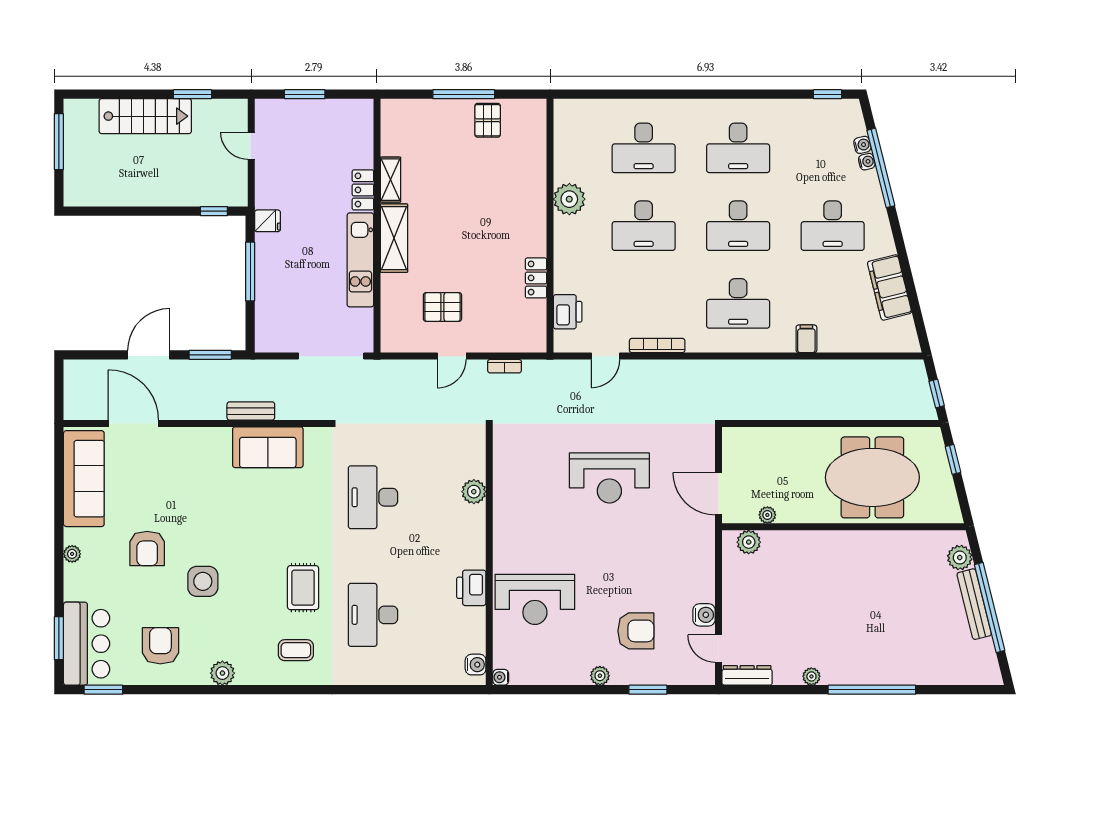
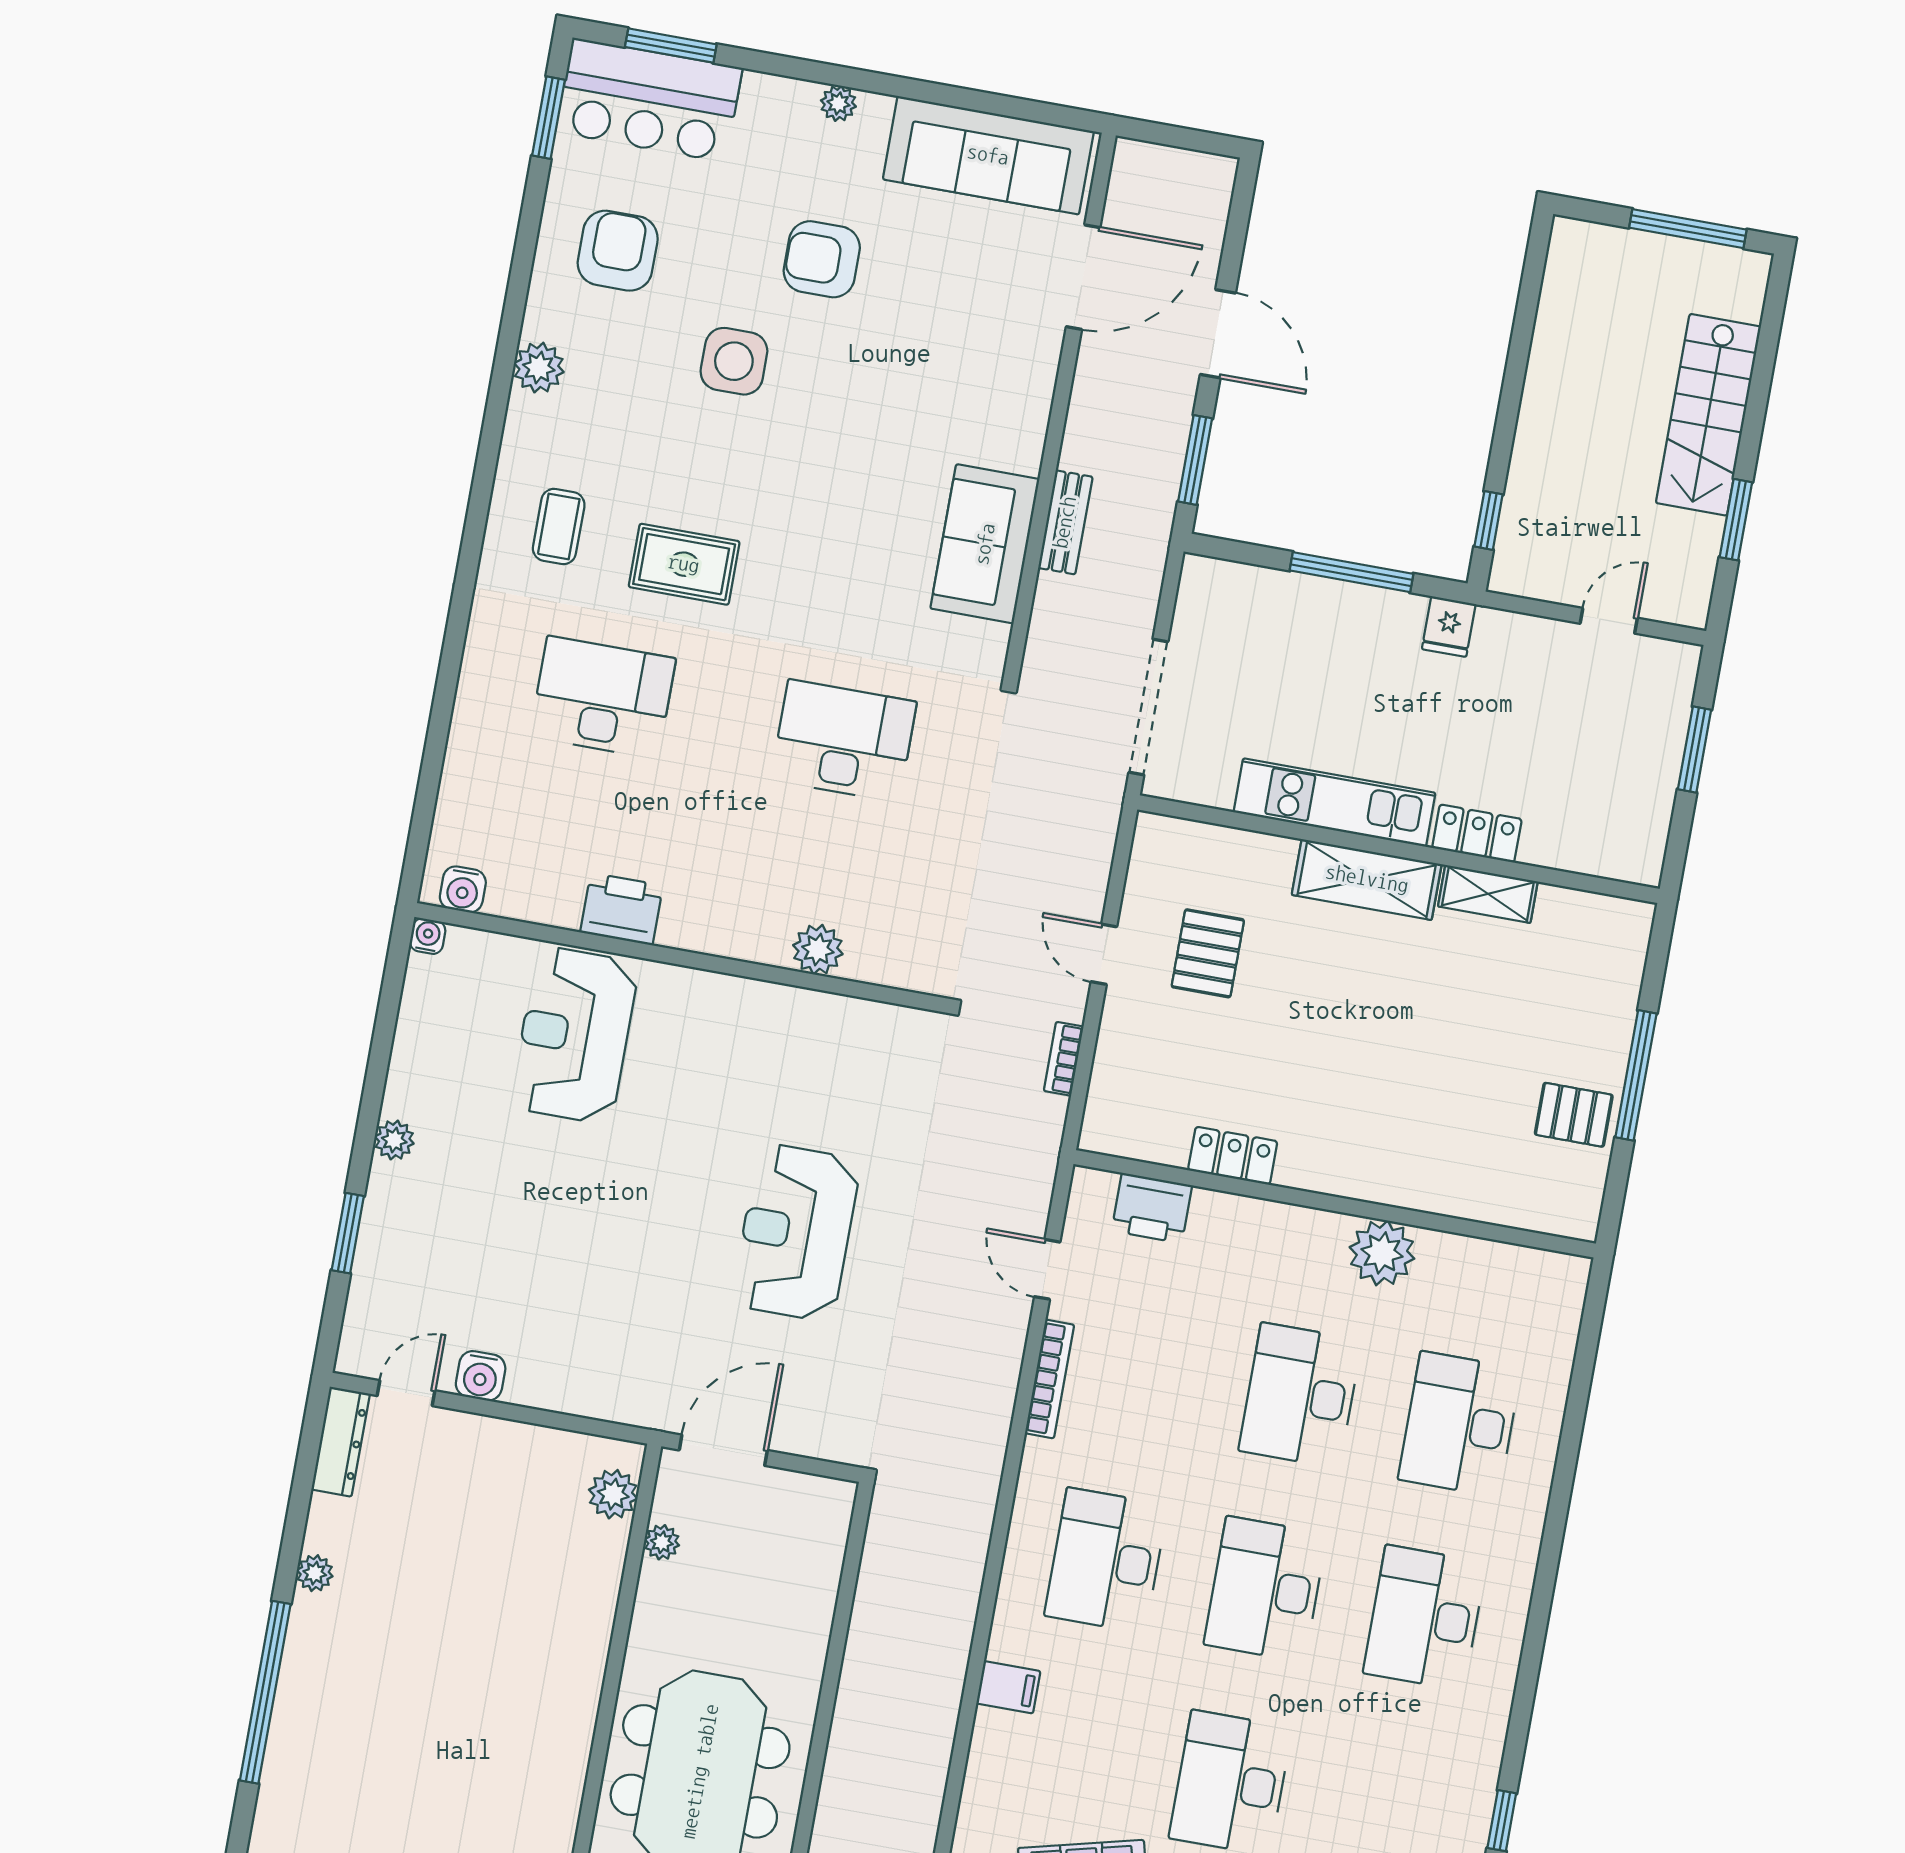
armchair: (636, 631) -> (473, 1230), removed
armchair: (160, 646) -> (618, 251), turned -90

